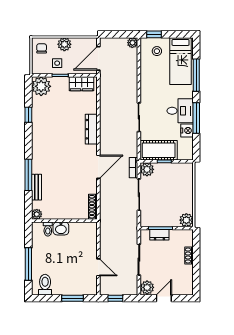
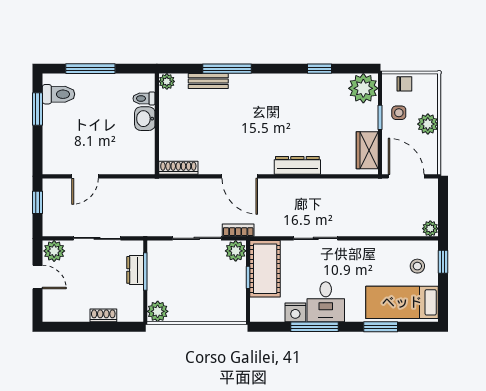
chair: (42, 48) -> (404, 84), moved
window: (196, 75) -> (381, 327), width x0.69
window: (72, 298) -> (38, 109), moved

